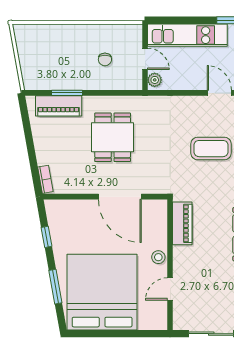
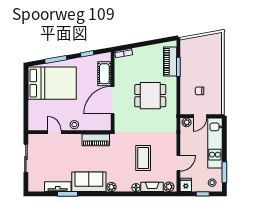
cot: (78, 210) -> (104, 74), added
bed: (102, 292) -> (52, 83), width x0.73

